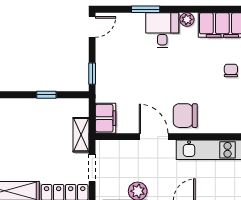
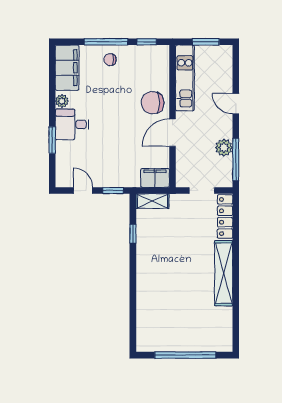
door: (92, 27) -> (83, 191), moved
chair: (185, 116) -> (153, 103), turned 90
shelving: (81, 135) -> (152, 201), moved

